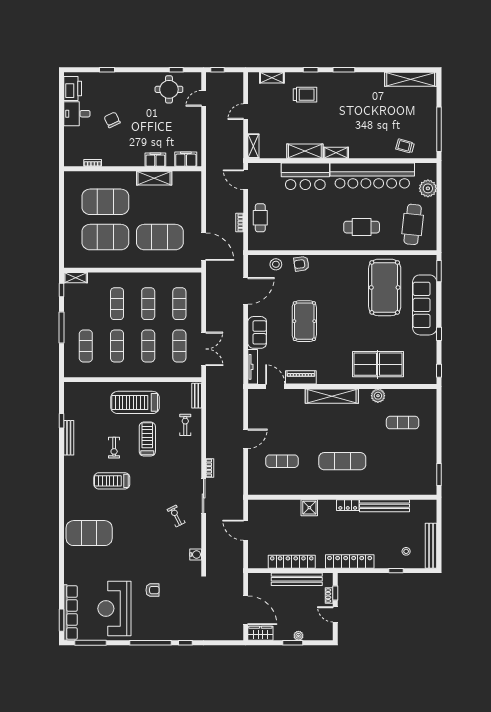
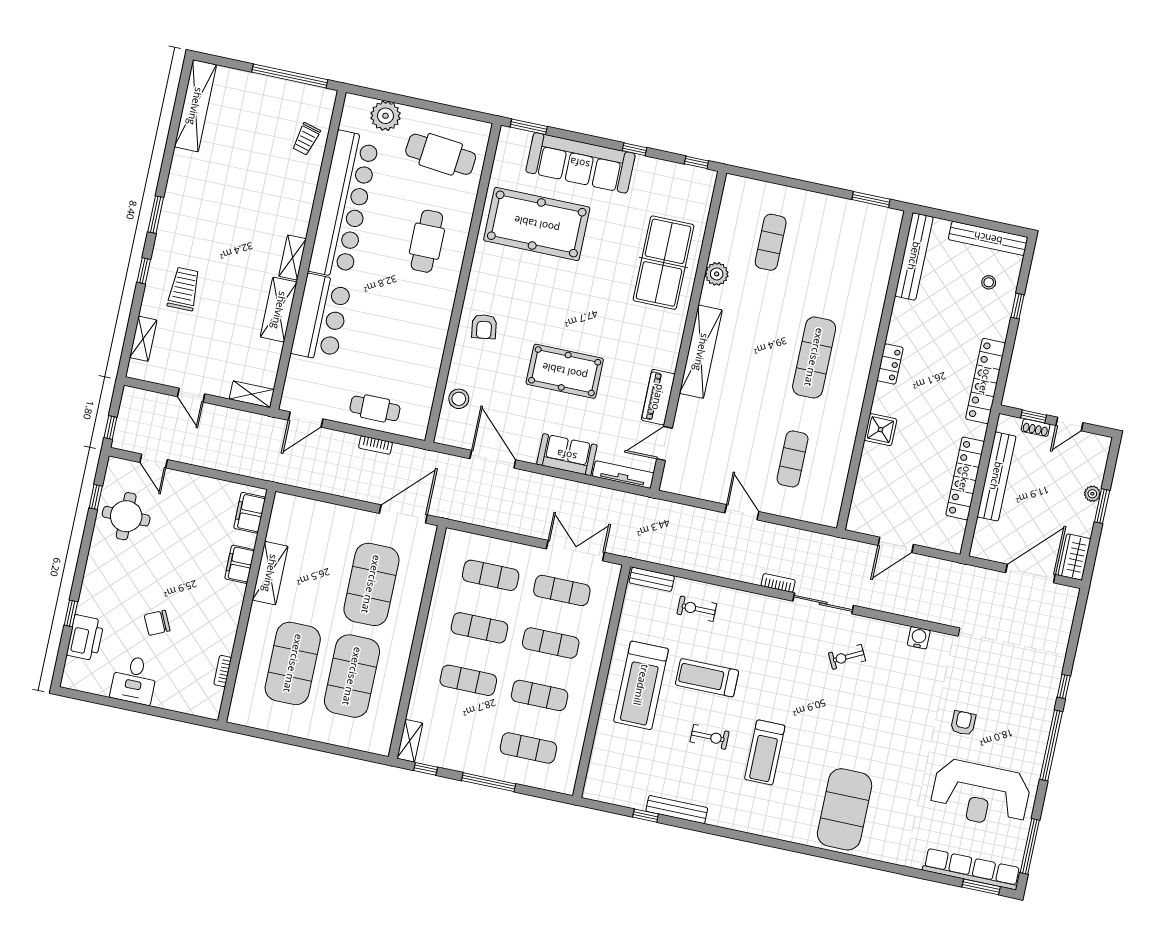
printer: (73, 88) -> (85, 638), moved, turned 90
armchair: (301, 264) -> (484, 327), moved
bench: (385, 506) -> (914, 256), moved

